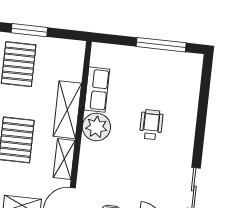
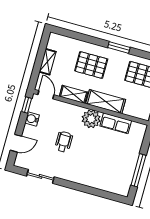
wheelchair: (151, 125) -> (64, 142), moved, turned -90

